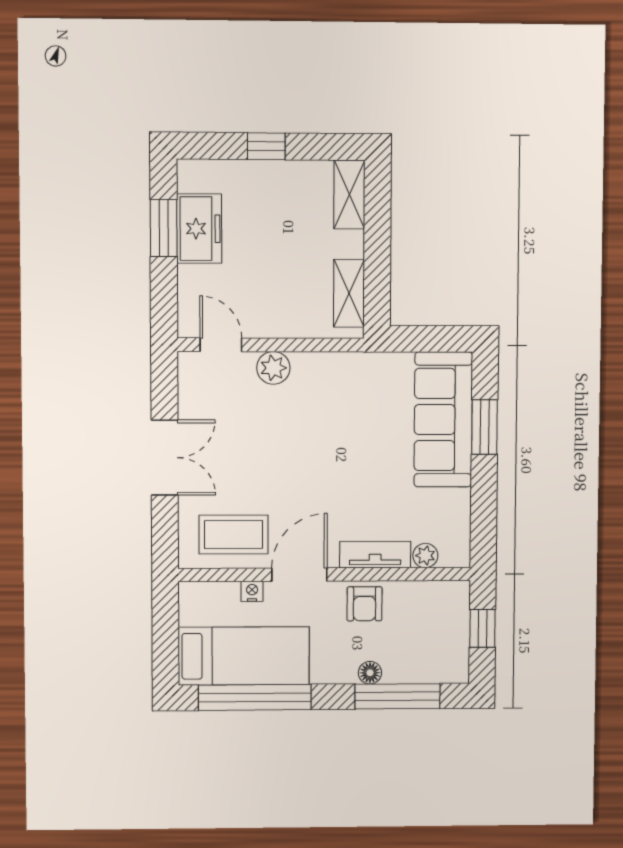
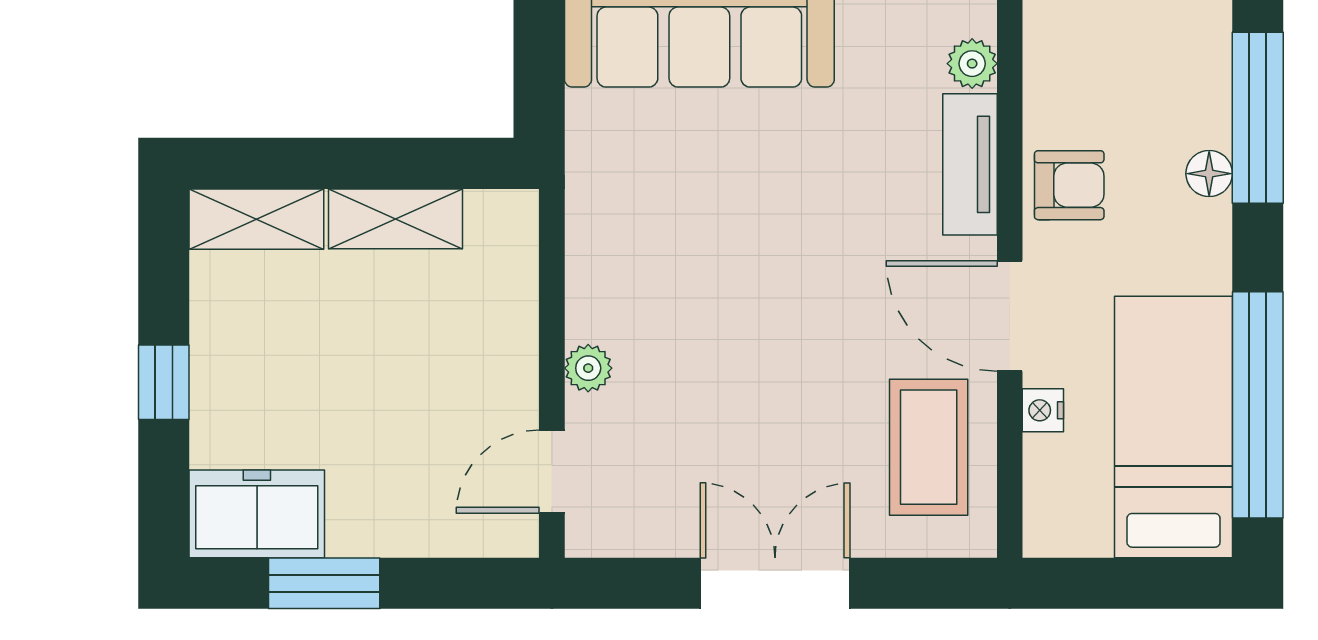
freezer: (199, 229) -> (257, 514), moved
shelving: (349, 293) -> (396, 219), moved
plant: (273, 368) -> (588, 368), width x0.73, depth x0.73

